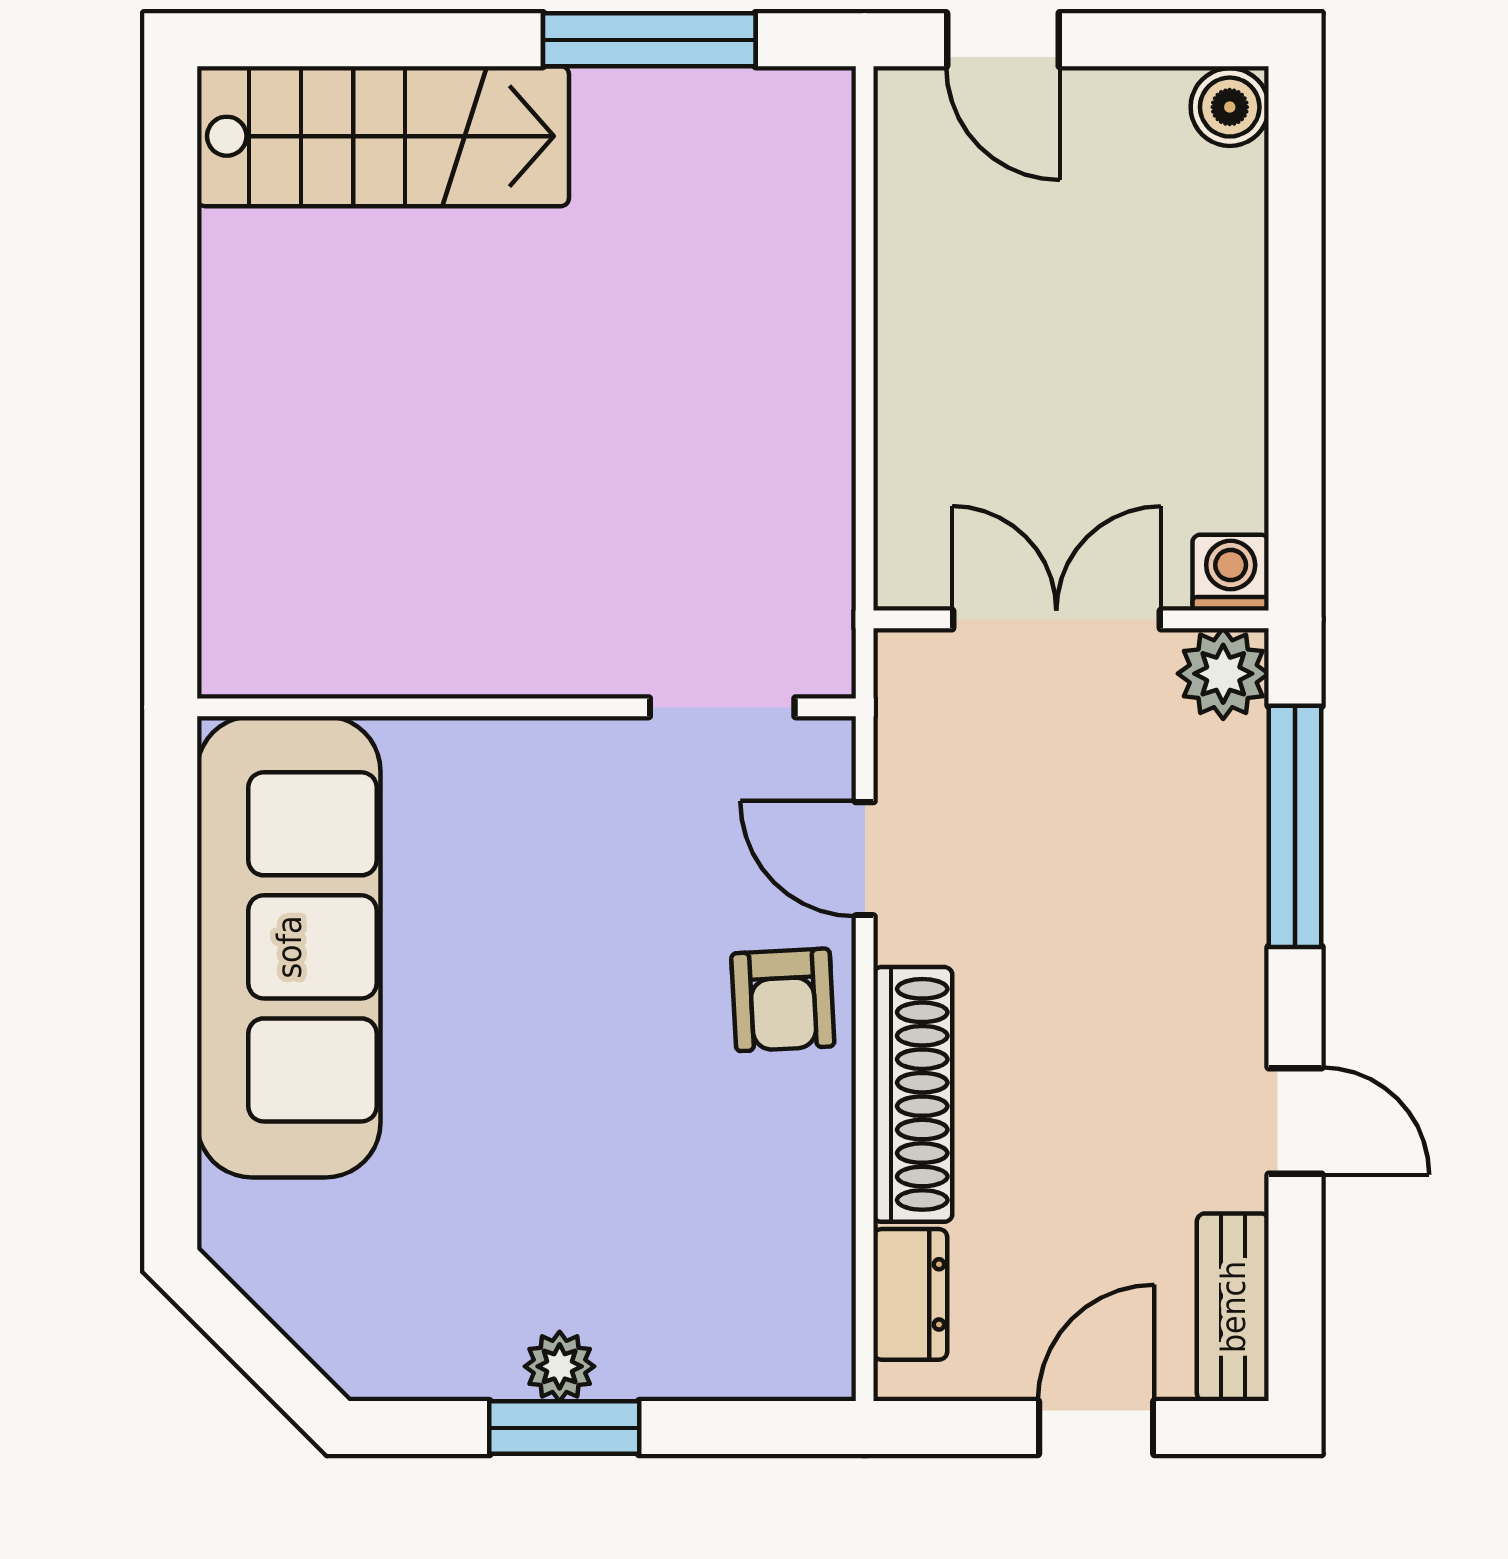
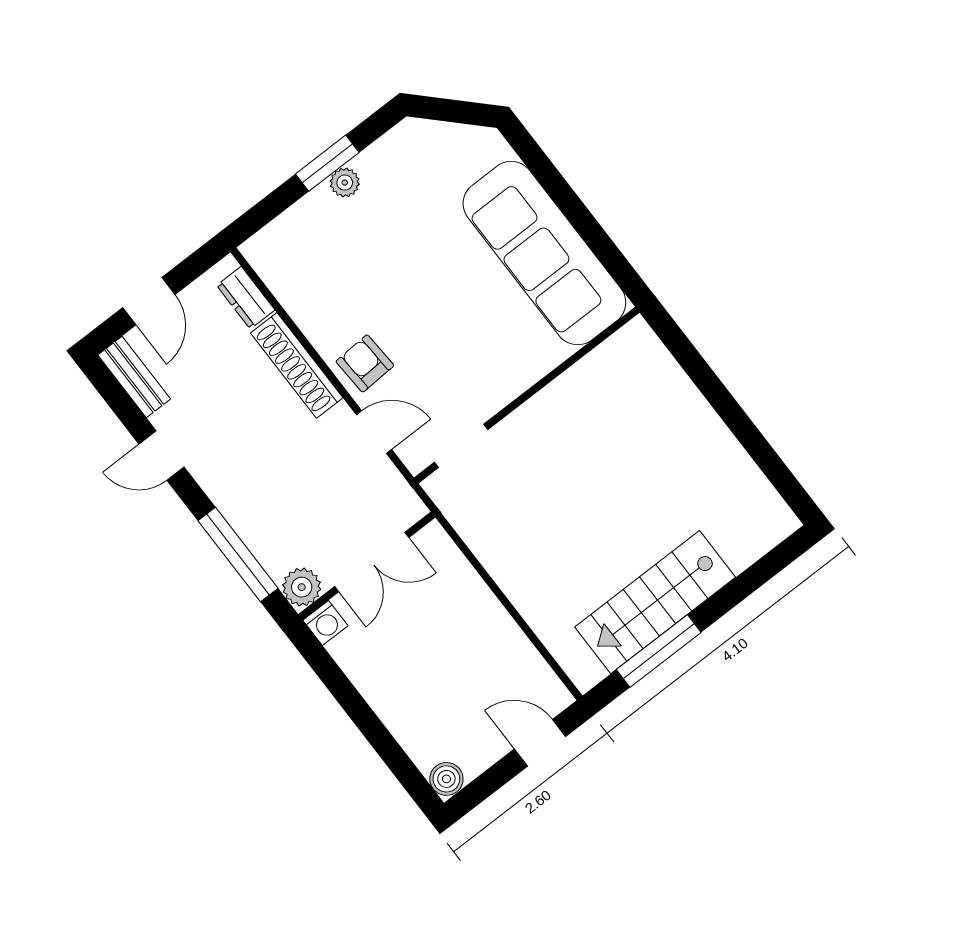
stairs: (383, 136) -> (655, 602), moved

